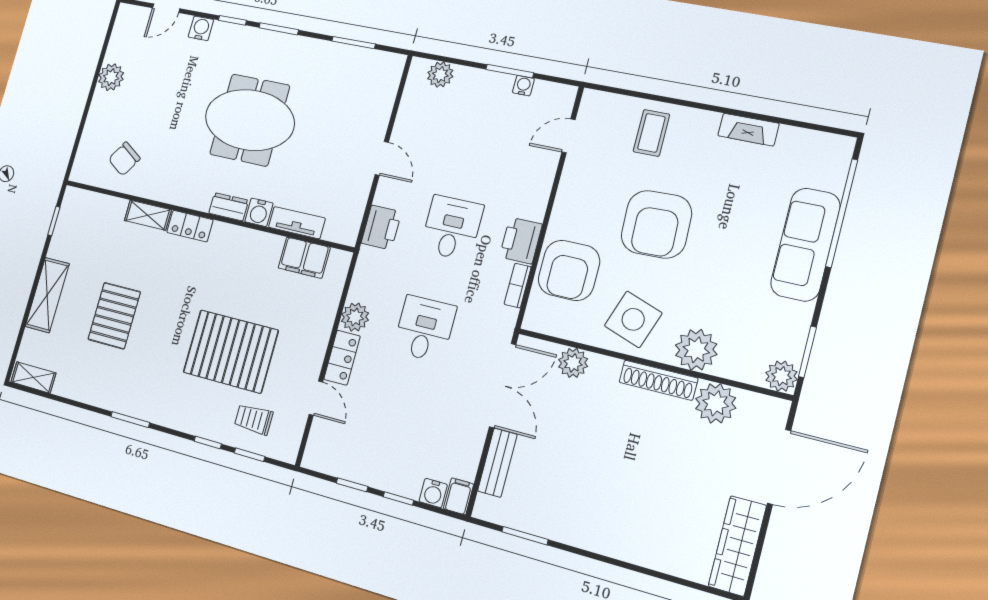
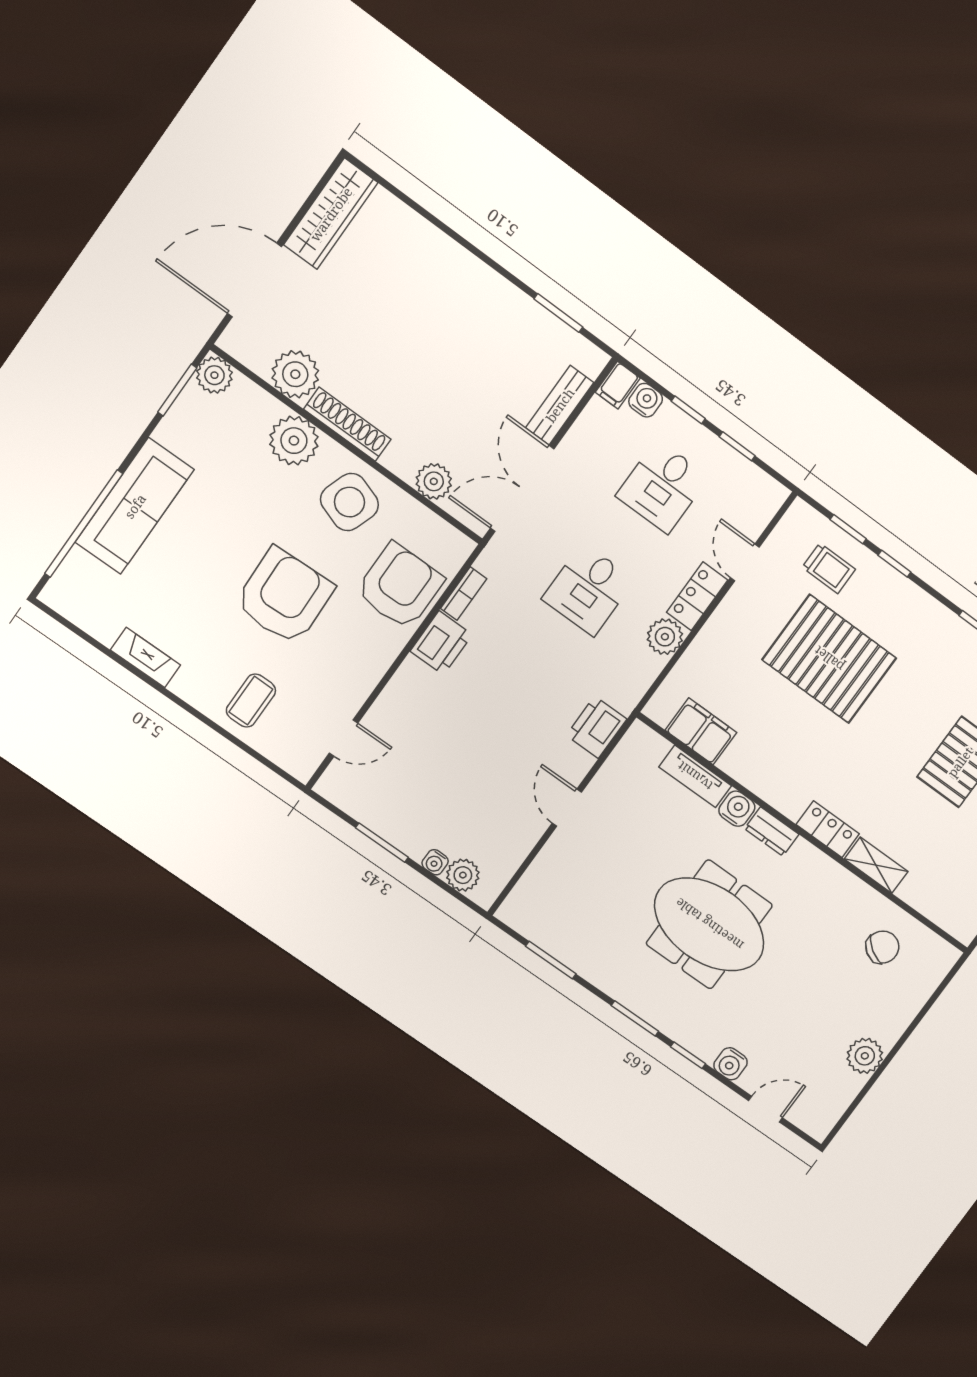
water cooler: (523, 86) -> (435, 862), moved
desk: (452, 228) -> (662, 487), moved

